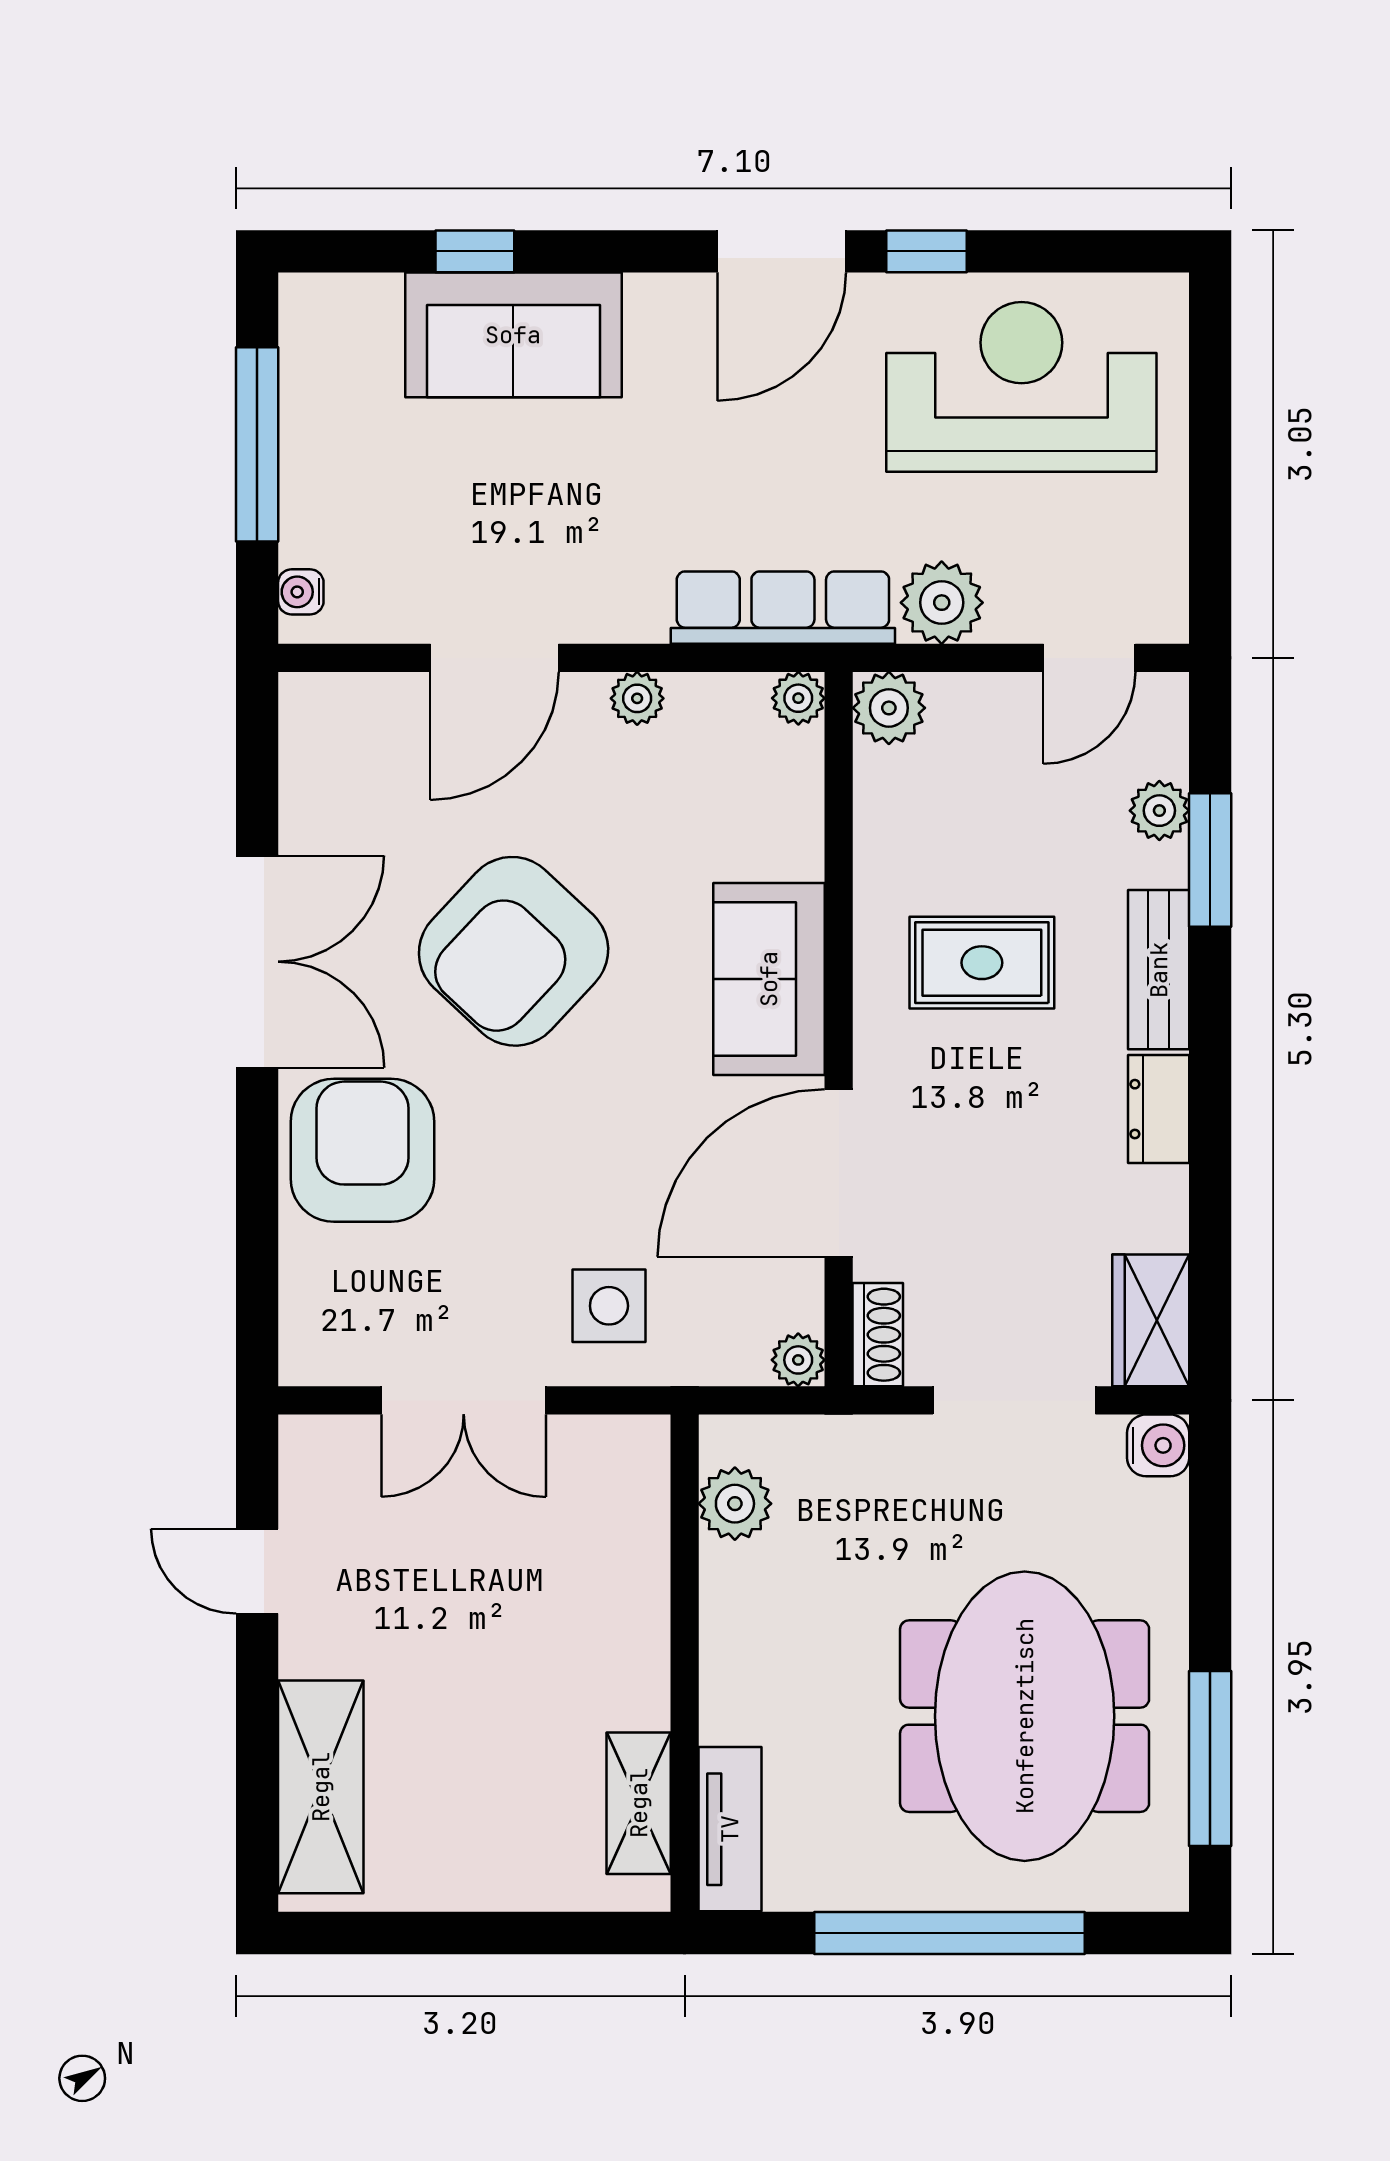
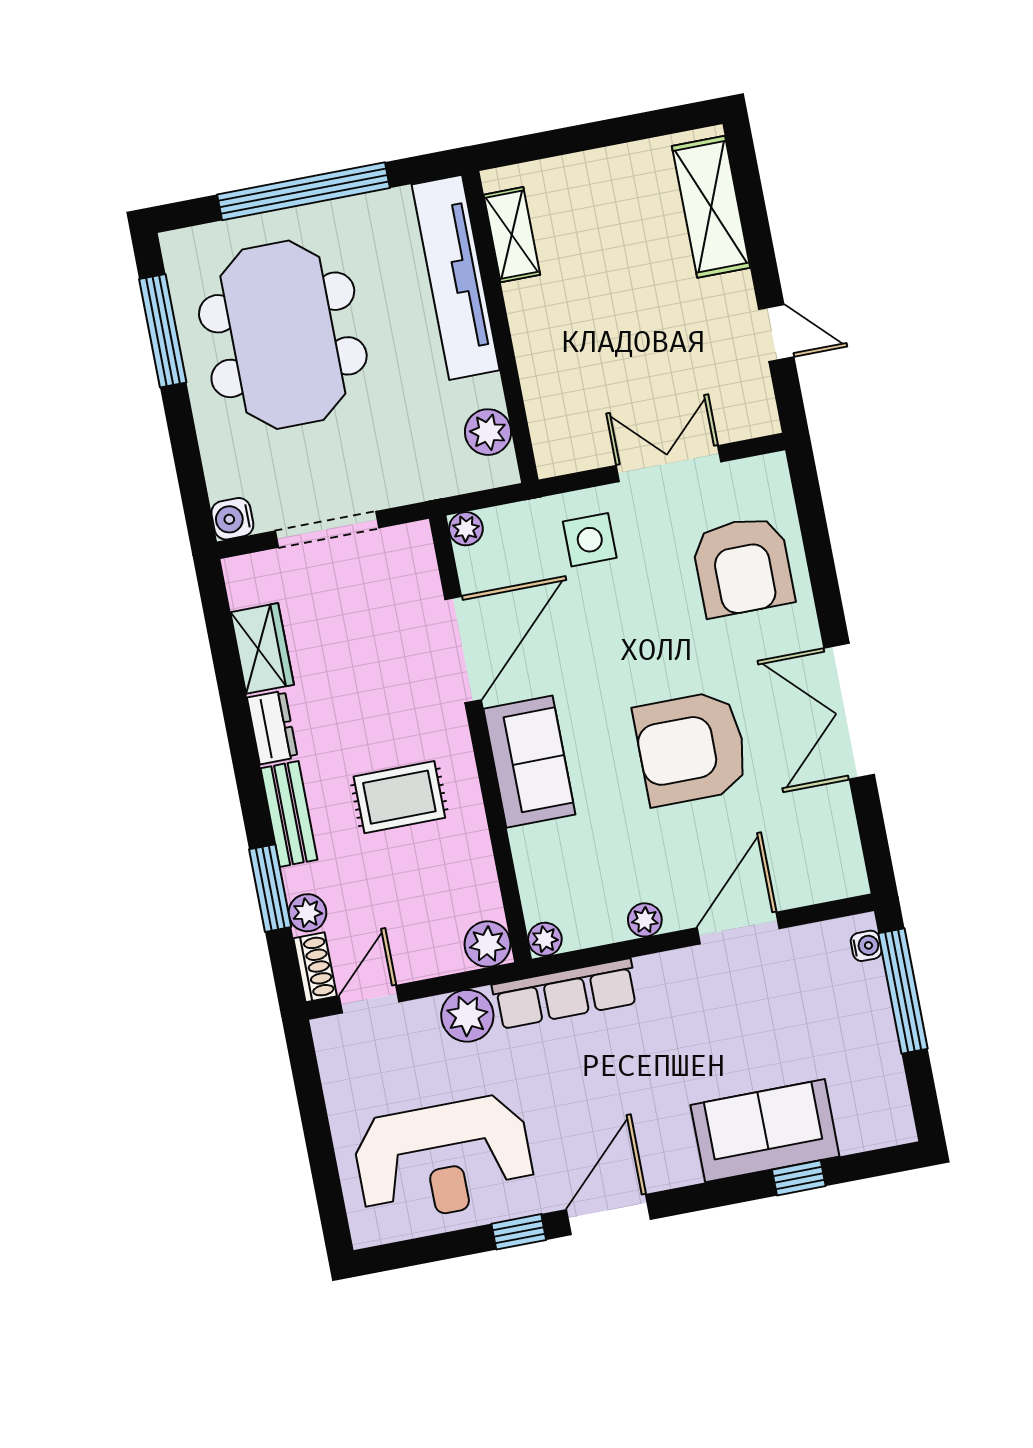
window: (257, 444) -> (903, 991), moved
armchair: (514, 951) -> (691, 748), turned -133
armchair: (362, 1150) -> (743, 566), moved
wardrobe: (1151, 1320) -> (262, 648), moved
shoe rack: (878, 1335) -> (315, 967), moved, turned 180
tv unit: (730, 1829) -> (456, 277), width x1.92, depth x1.29

